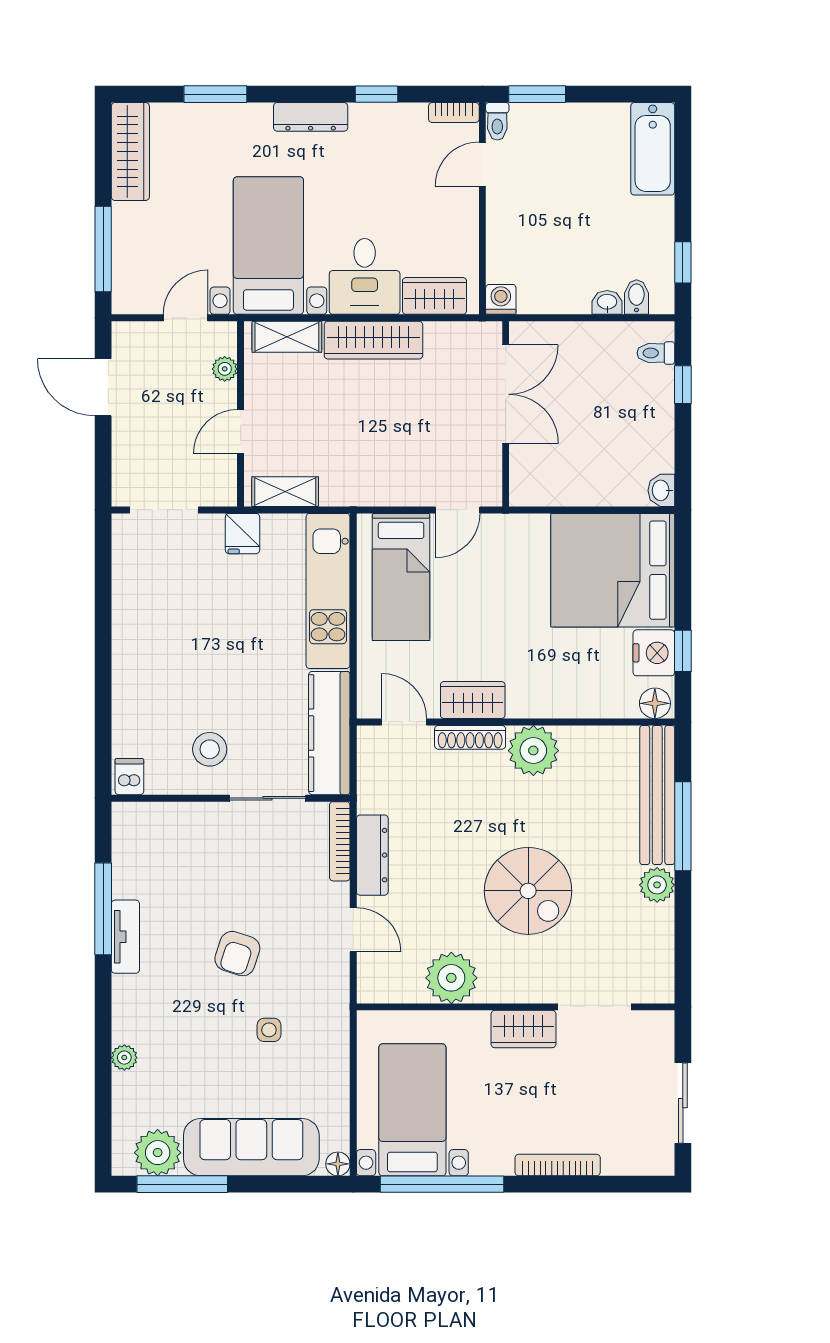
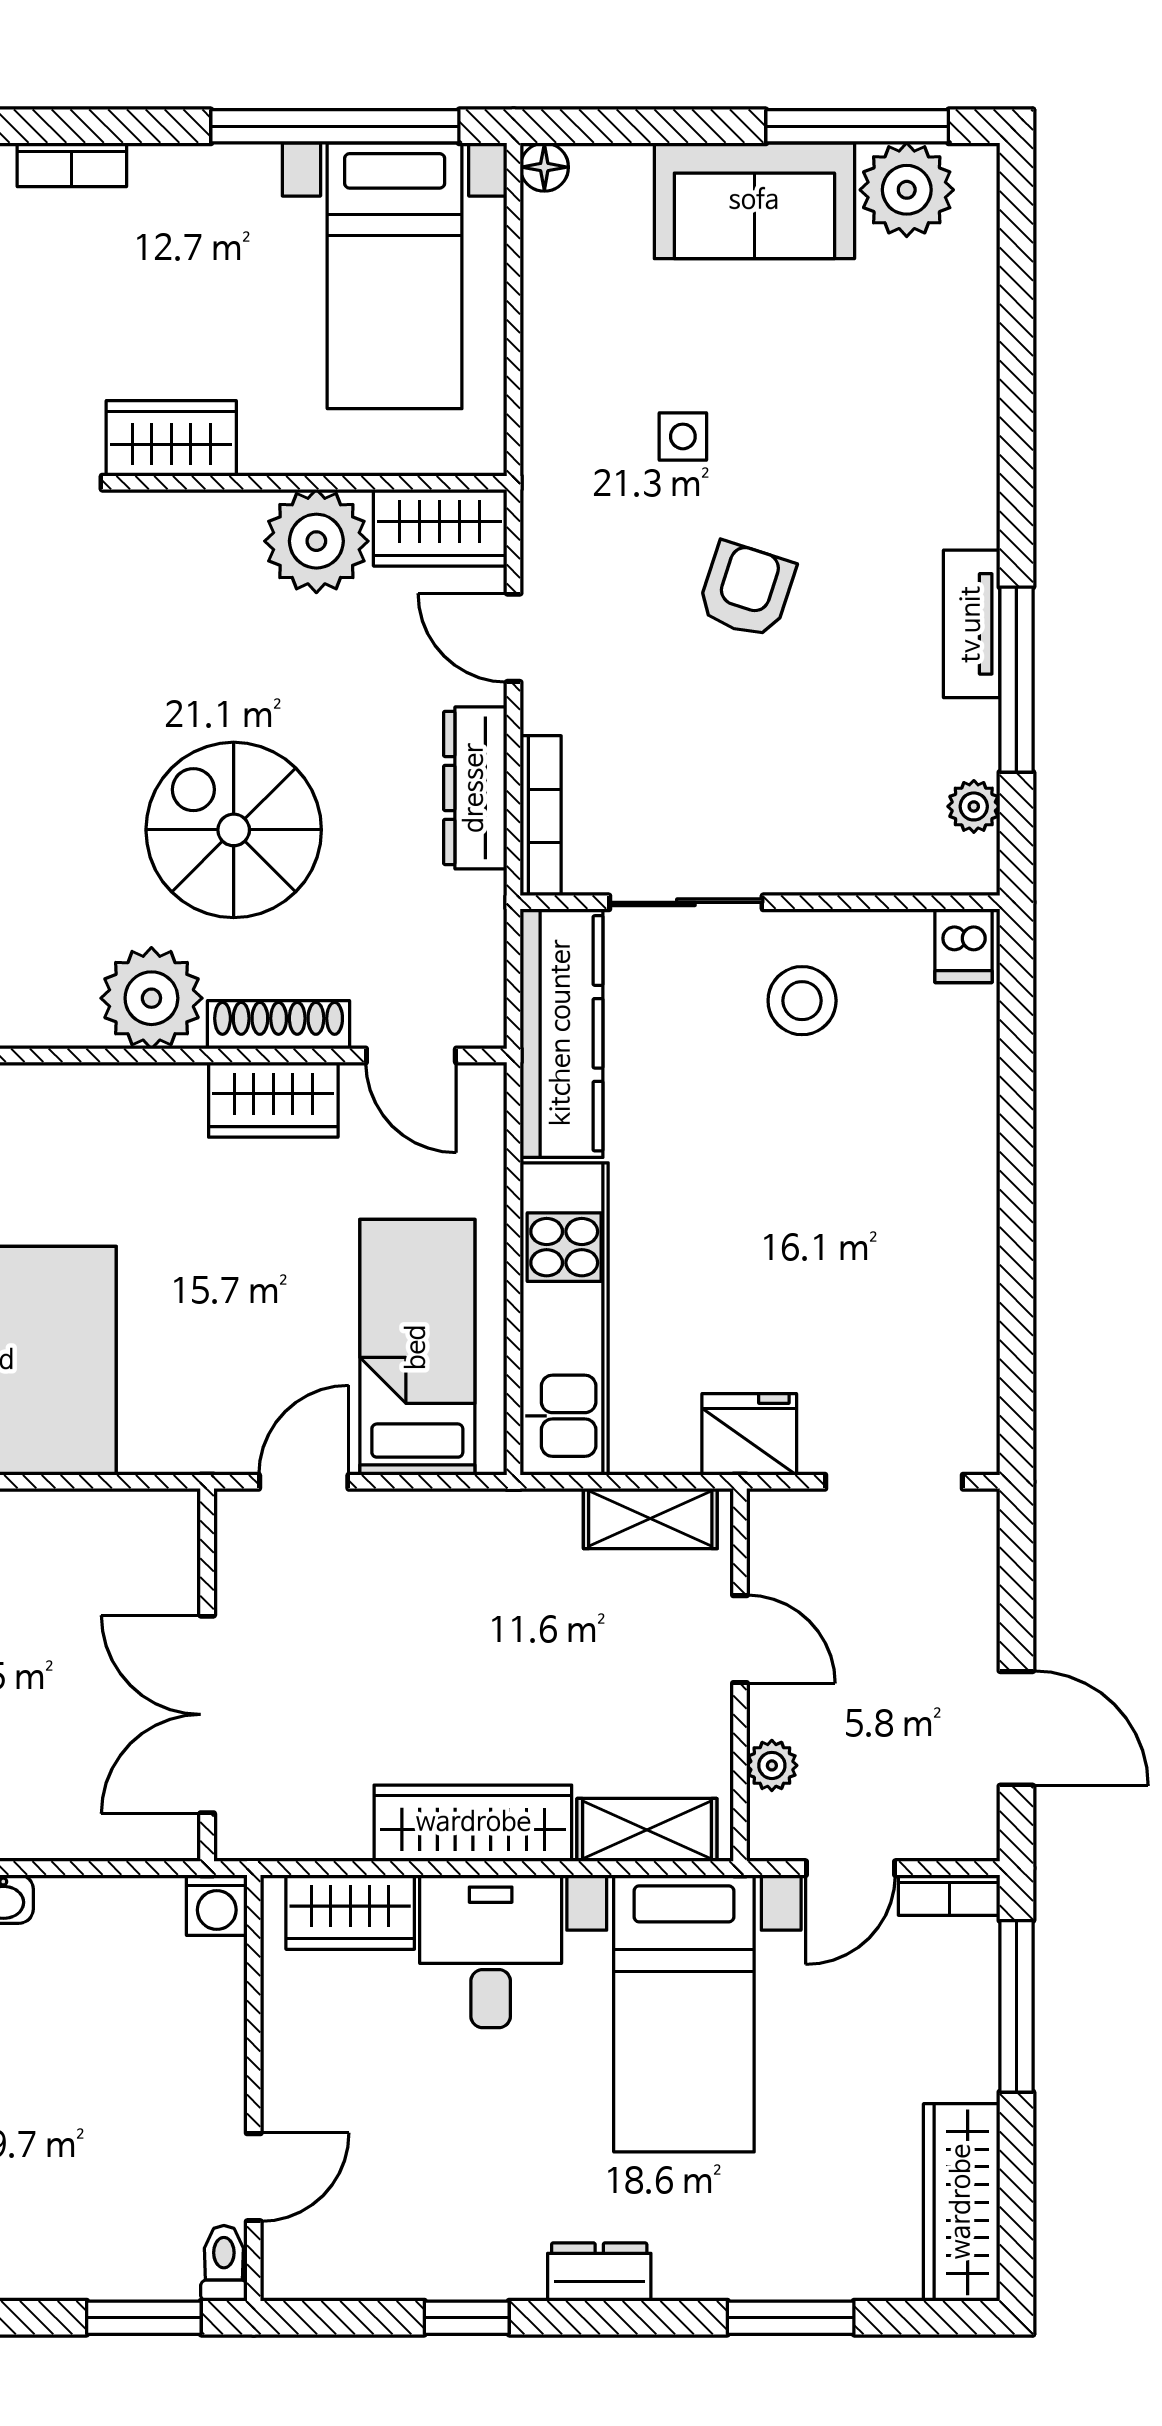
bookcase: (454, 113) -> (949, 1895), moved, turned 180
dresser: (311, 117) -> (599, 2272), width x0.70
door: (241, 432) -> (740, 1639), hinge flipped
fridge: (243, 534) -> (749, 1434), width x1.38
spiral stairs: (528, 891) -> (234, 830), moved
wardrobe: (390, 985) -> (440, 528), added
plant: (124, 1058) -> (974, 806), moved
sofa: (251, 1147) -> (754, 201), width x0.73
bookcase: (558, 1165) -> (72, 165), width x0.64

